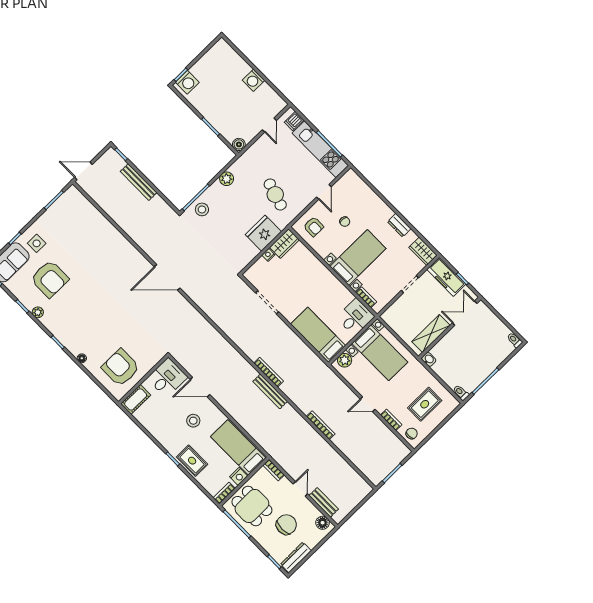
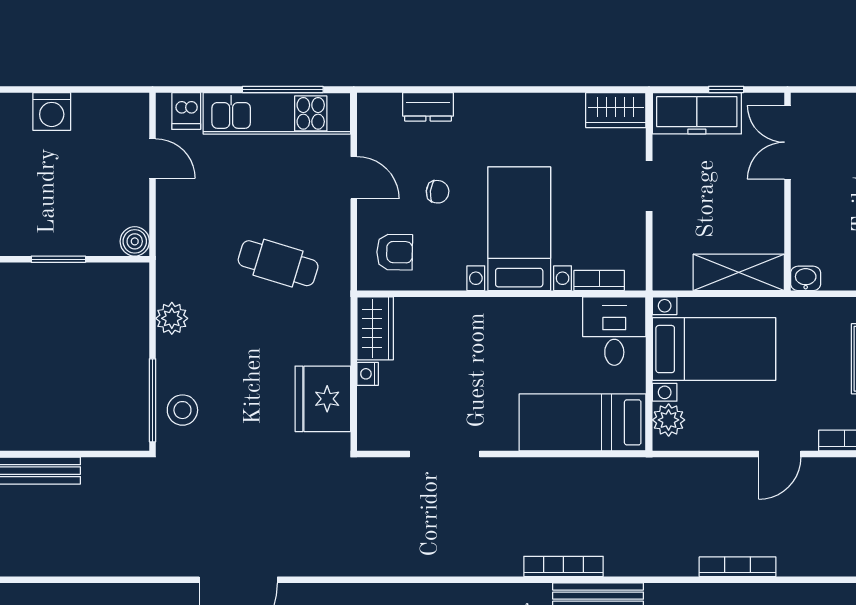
dresser: (399, 225) -> (428, 107), moved
fridge: (263, 233) -> (323, 399), moved
shelving: (431, 333) -> (739, 272), moved, turned 90

